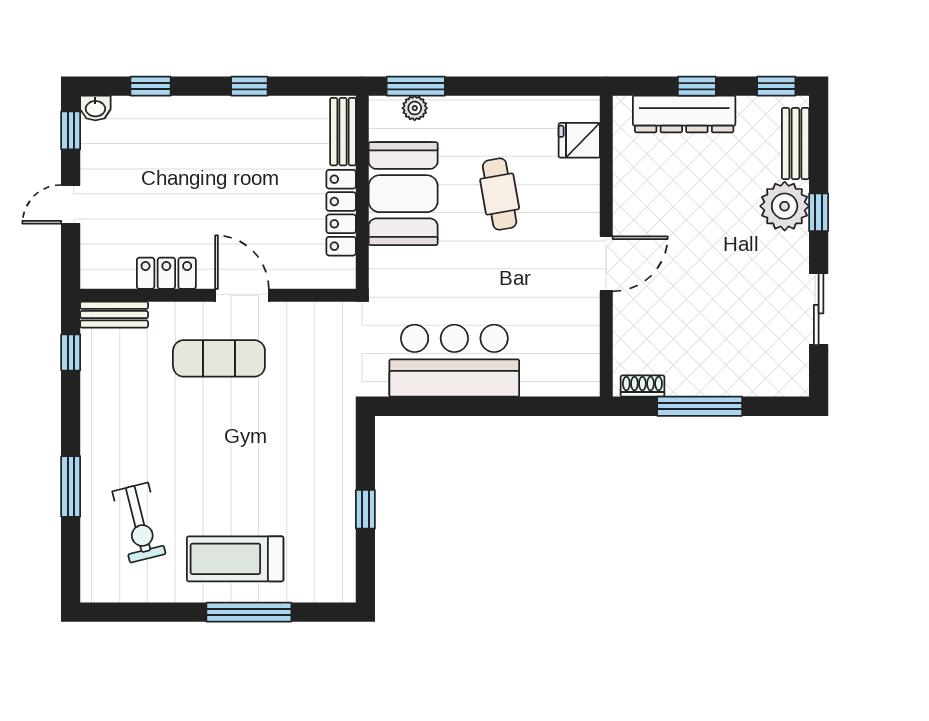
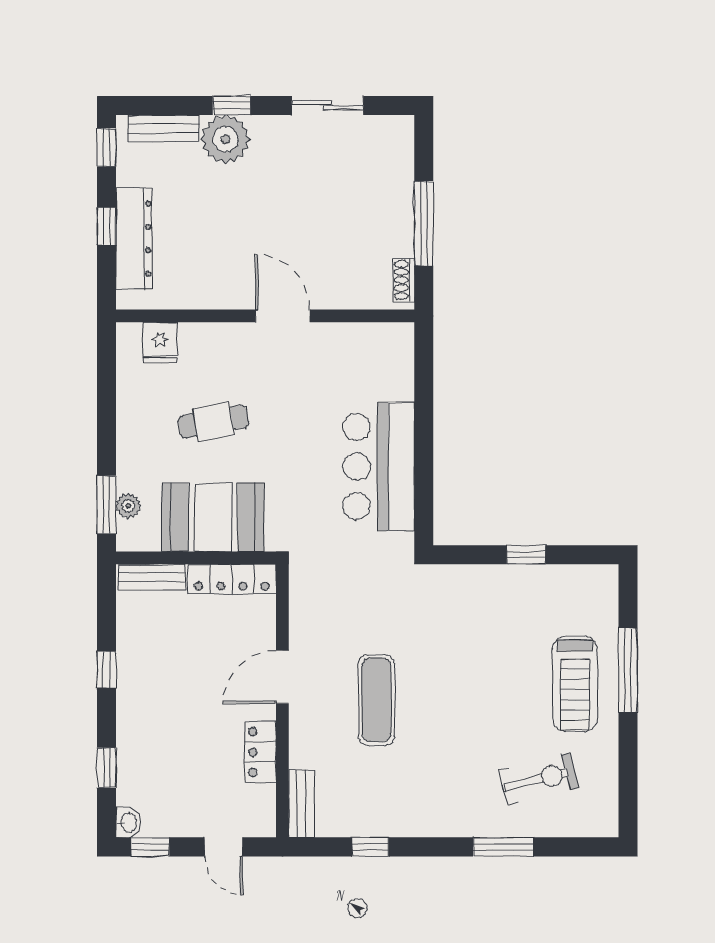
locker: (166, 273) -> (261, 752), moved
wall: (218, 295) -> (282, 701), moved
door: (242, 295) -> (282, 677), moved
bench: (114, 315) -> (302, 804), moved

